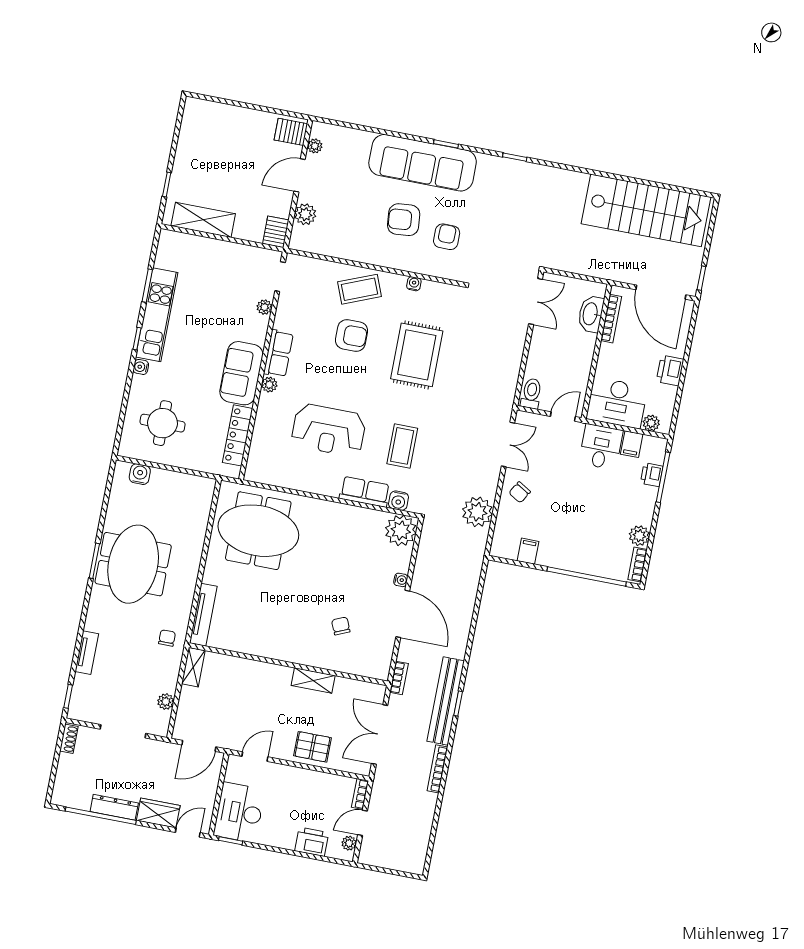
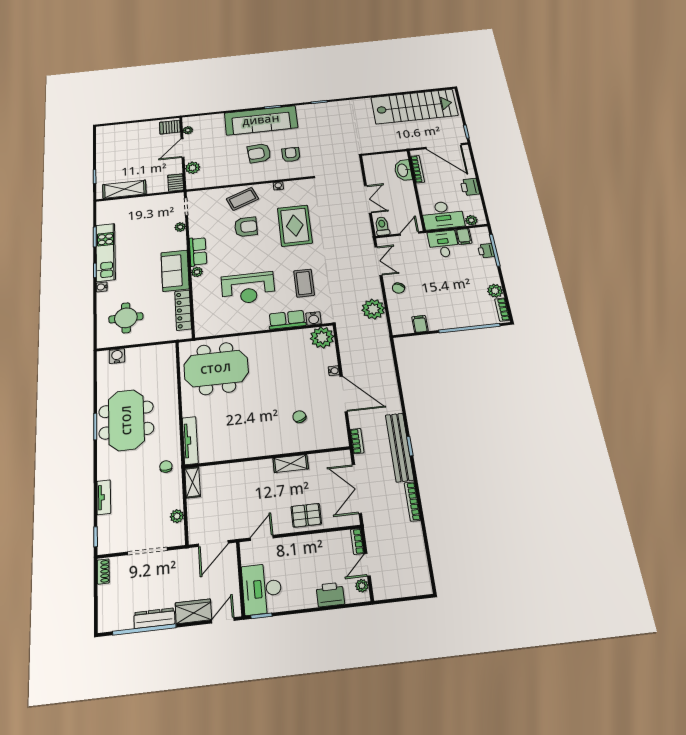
double door: (536, 302) -> (368, 199), moved

